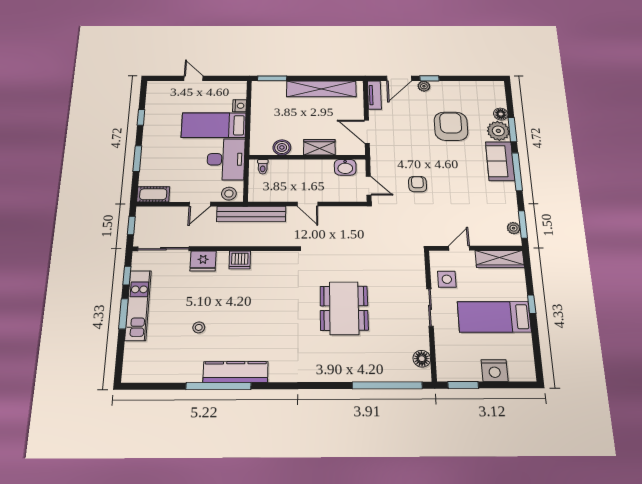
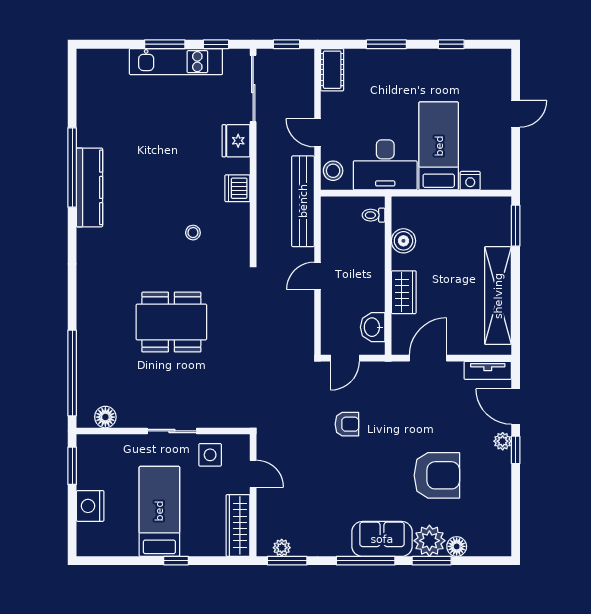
stool: (199, 327) -> (193, 233), moved

